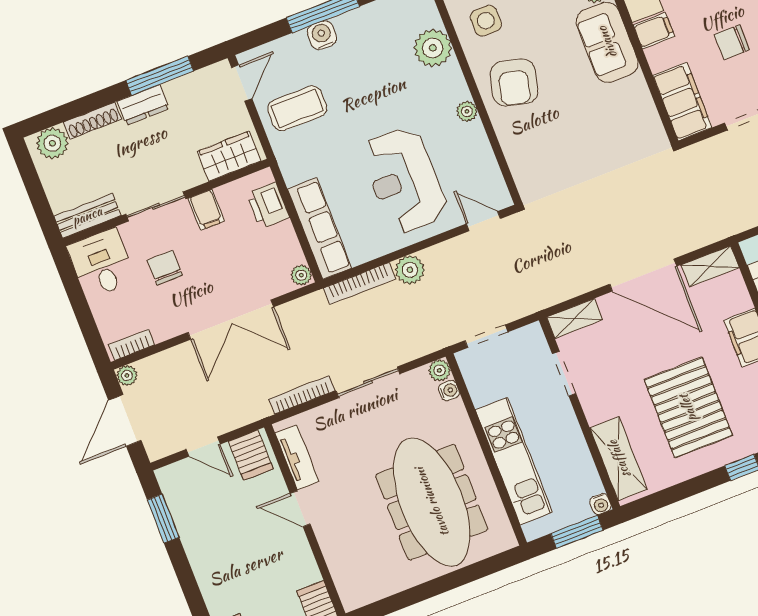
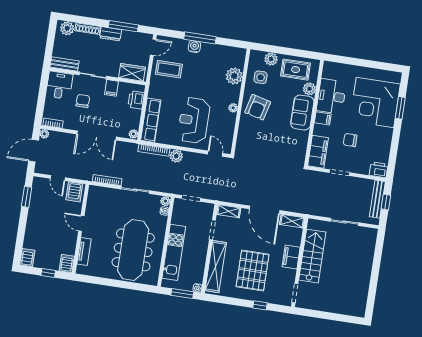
tv unit: (297, 457) -> (84, 251), moved
shelving: (619, 459) -> (216, 267), width x1.47

